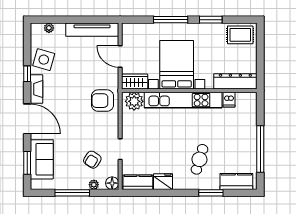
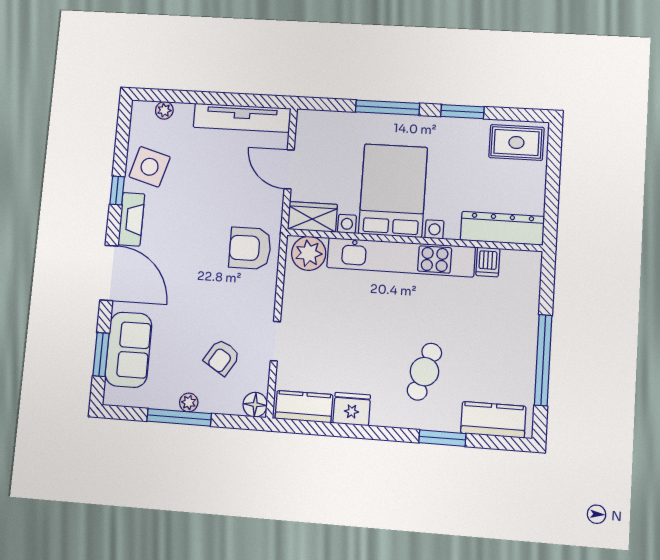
plant: (94, 185) -> (189, 402), moved

